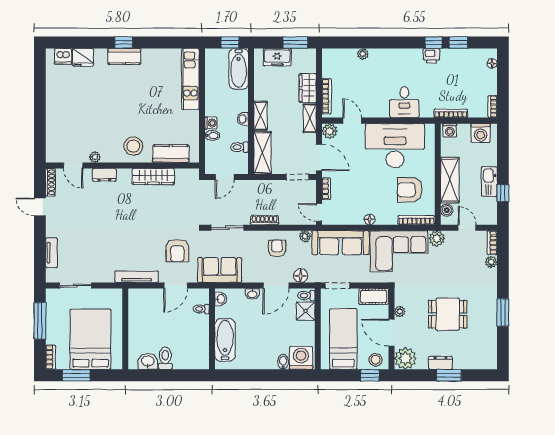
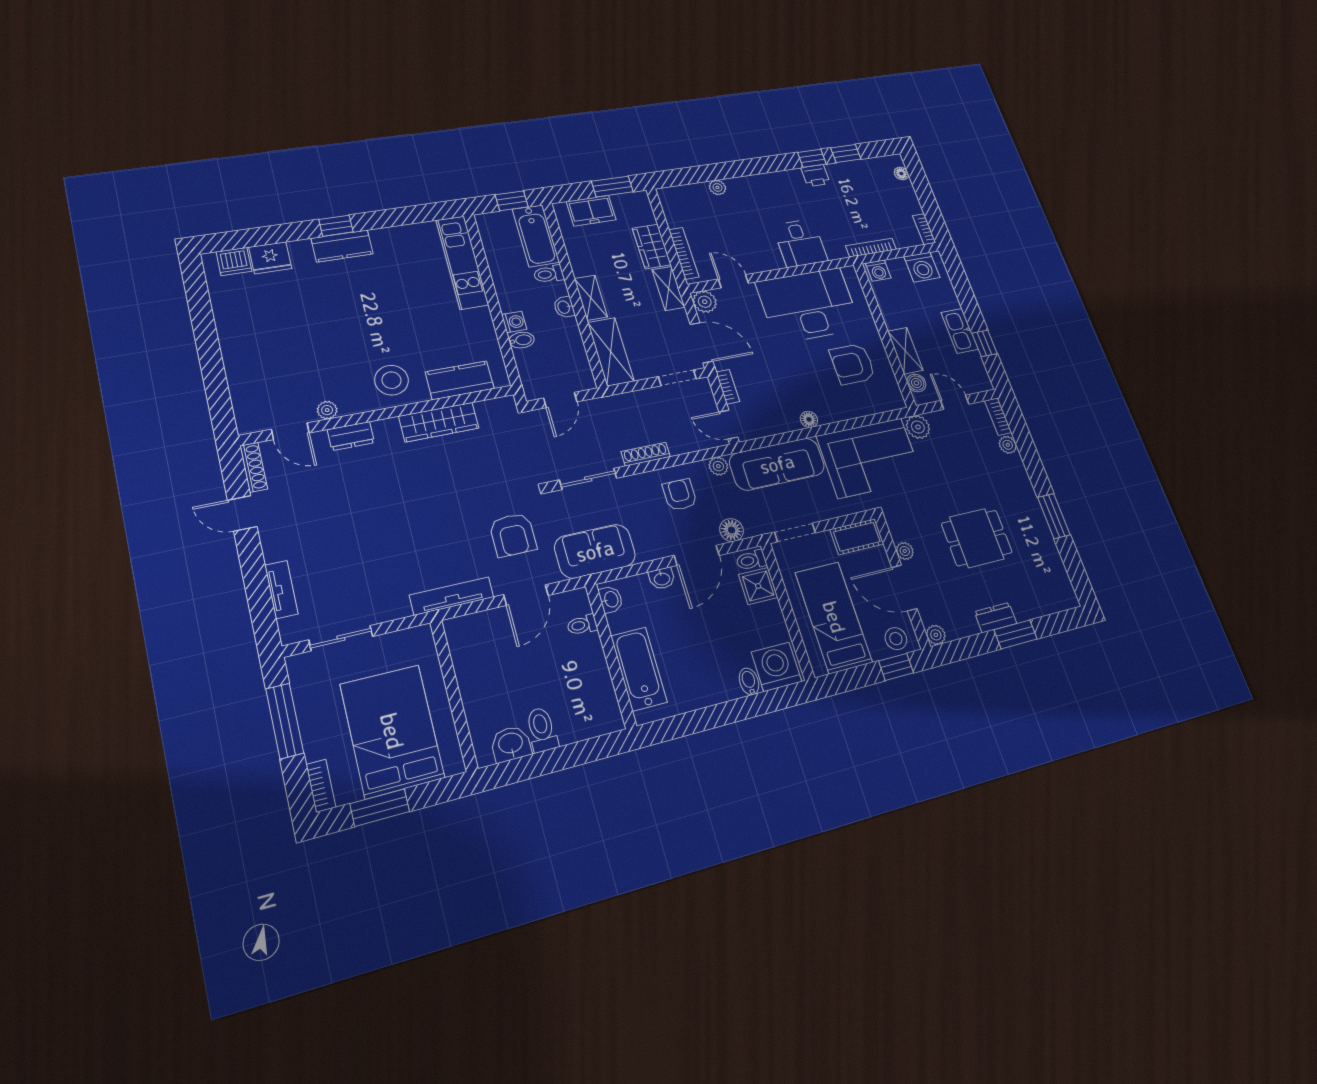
toilet: (239, 147) -> (549, 274), moved
shelving: (450, 180) -> (905, 351), width x0.67, depth x0.75
bookcase: (416, 220) -> (878, 406), removed
plant: (405, 358) -> (936, 635), width x0.53, depth x0.53

